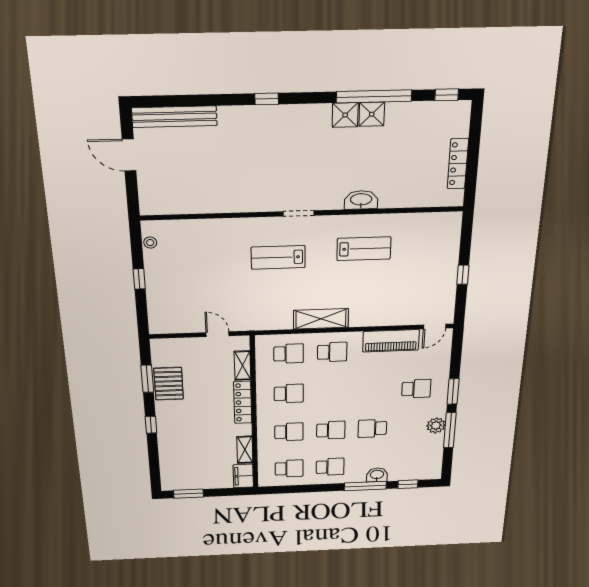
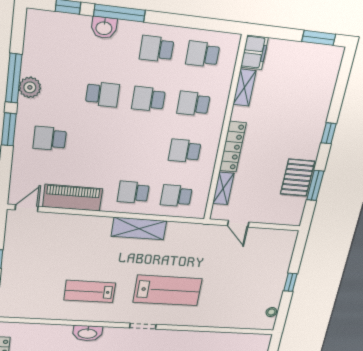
lab bench: (278, 257) -> (168, 290), width x1.36, depth x1.39

